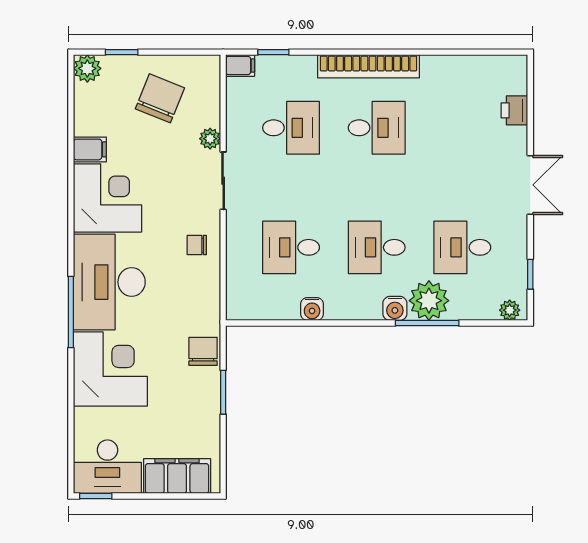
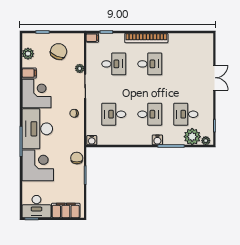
plant: (87, 68) -> (28, 54), moved
printer: (514, 110) -> (208, 57), removed
double door: (530, 185) -> (214, 78), moved
desk: (377, 247) -> (150, 114), turned 180
plant: (429, 301) -> (192, 137), moved
water cooler: (312, 309) -> (92, 140), moved

